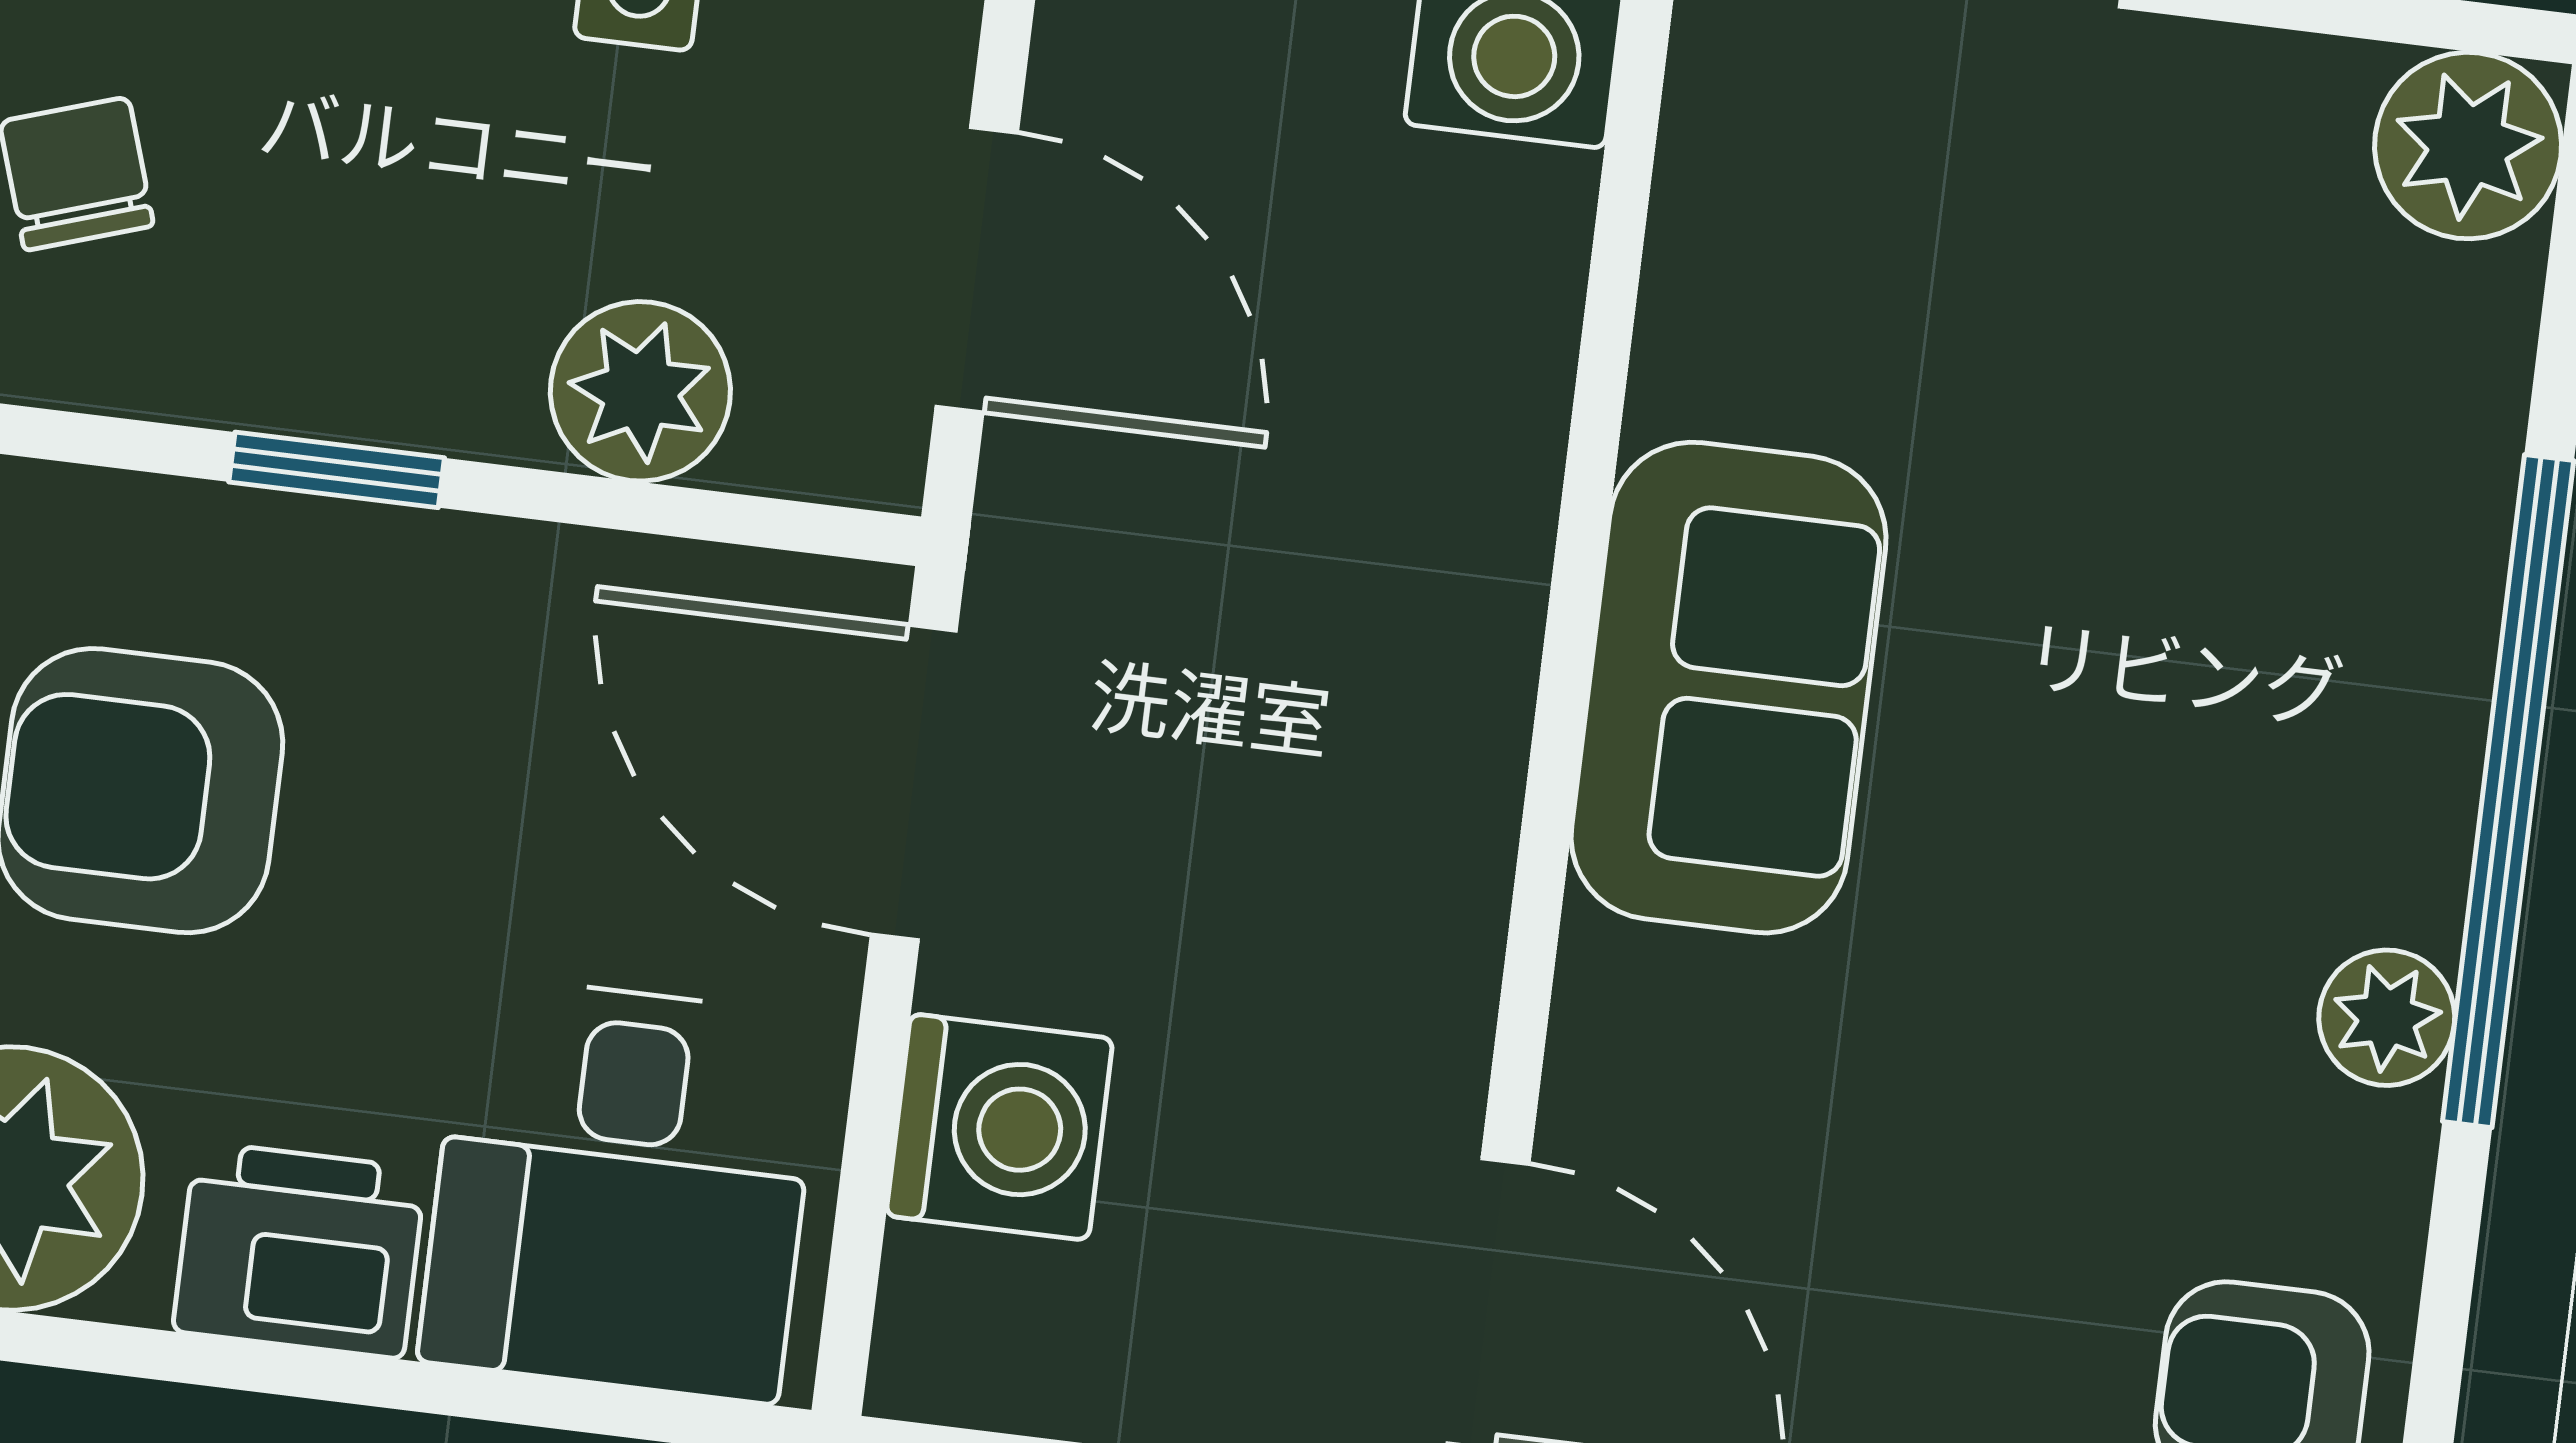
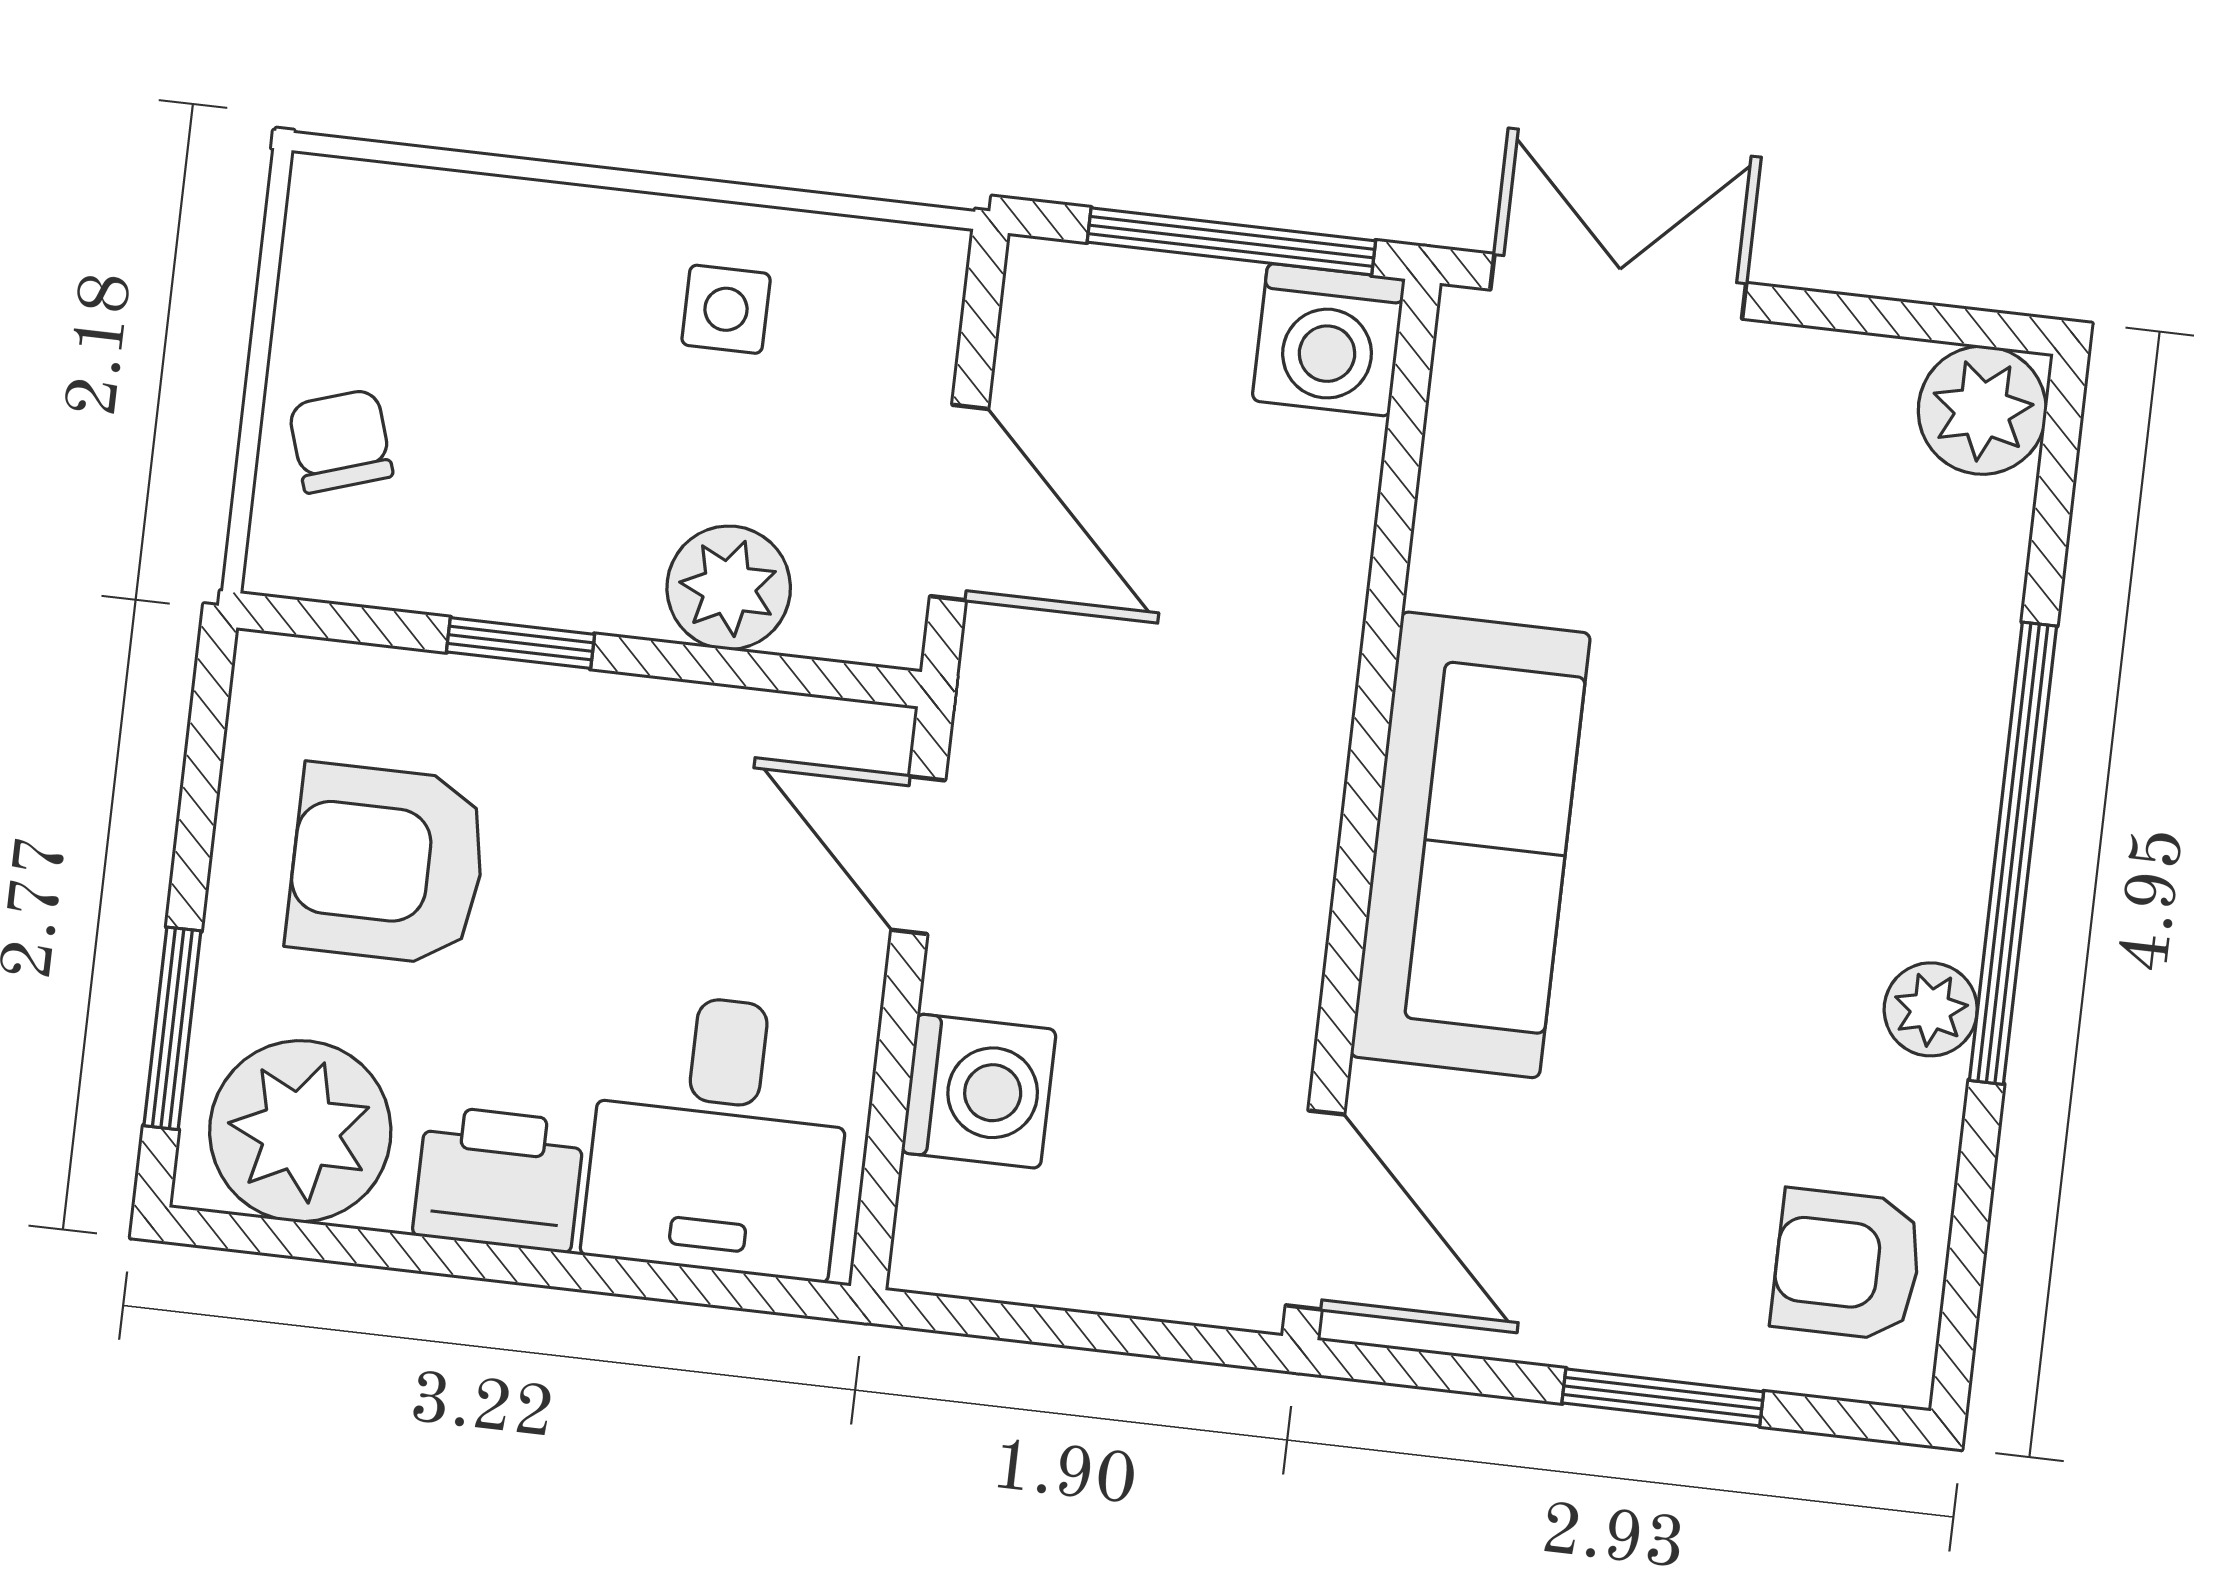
sofa: (1729, 688) -> (1470, 845), width x1.36
door: (914, 783) -> (918, 855), width x0.73

